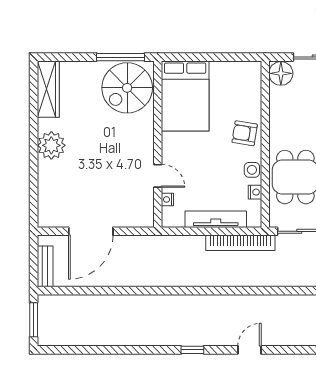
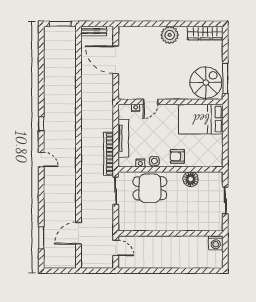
floor lamp: (281, 73) -> (191, 179), moved
spiral stairs: (127, 88) -> (206, 83), turned 90
armchair: (245, 133) -> (177, 156), turned -99

